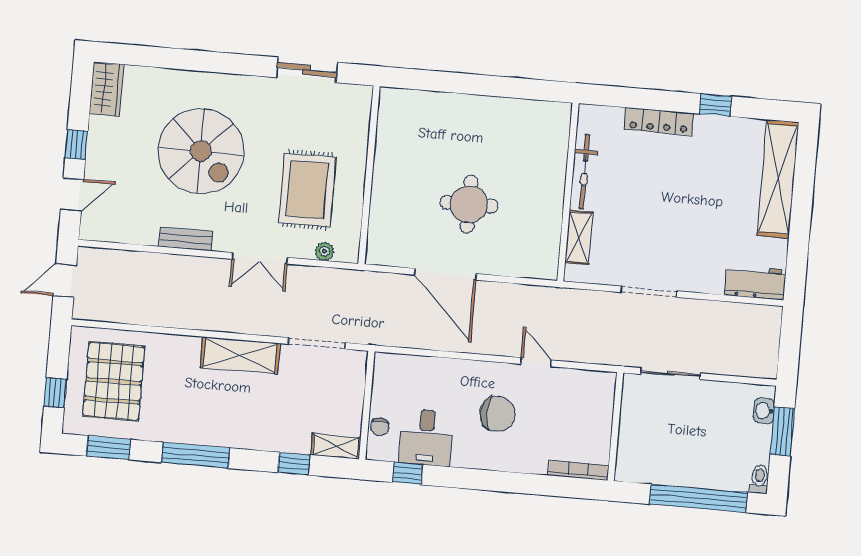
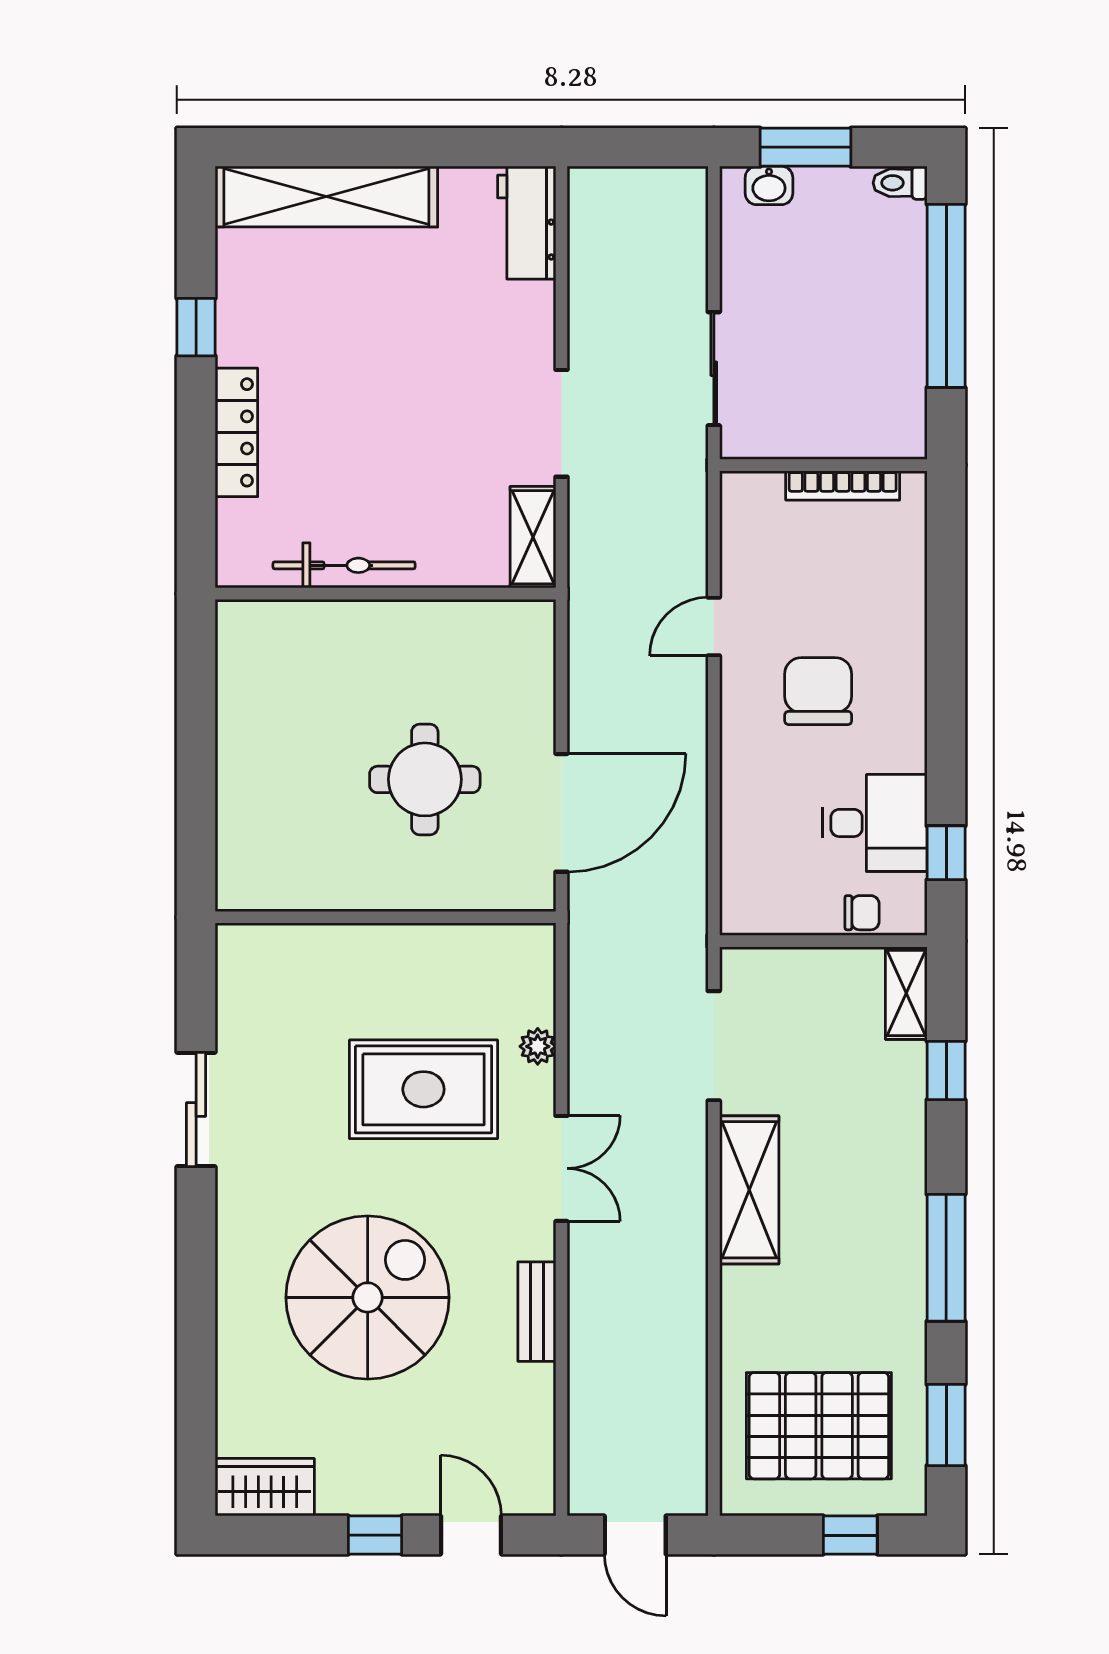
wall: (369, 175) -> (385, 917), moved
shelving: (579, 237) -> (533, 537), moved, turned 90
bookcase: (579, 470) -> (843, 485), moved, turned -90

